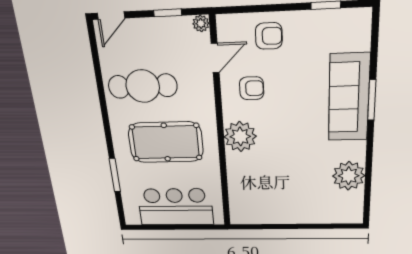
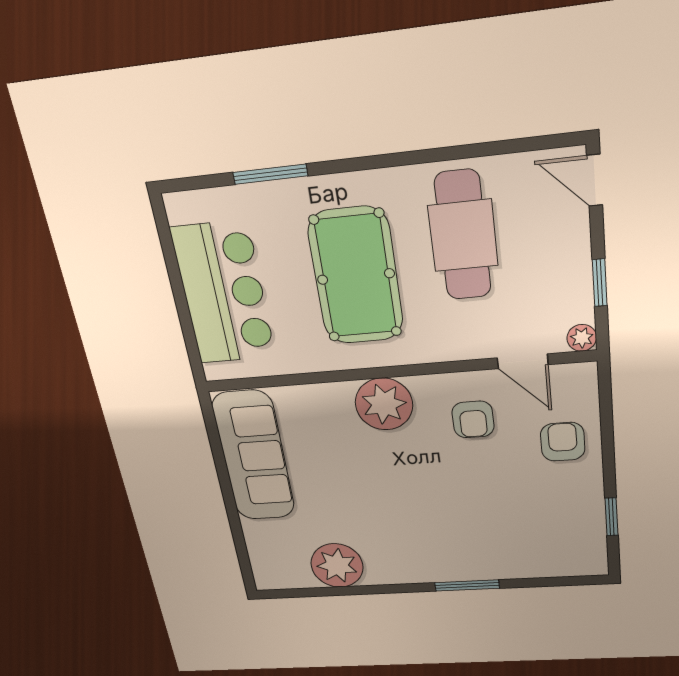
armchair: (269, 36) -> (563, 442), turned 180
sofa: (349, 98) -> (254, 456), moved, turned 90

